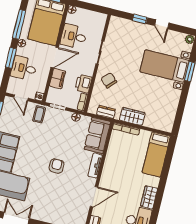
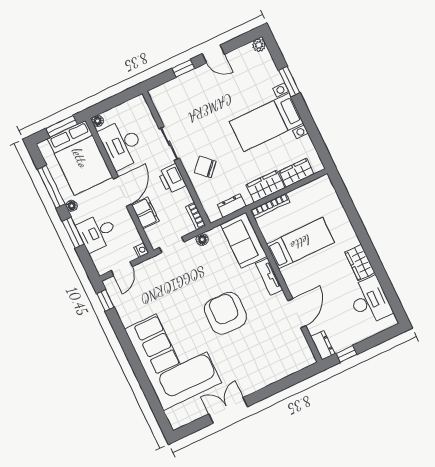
desk: (74, 36) -> (122, 144), width x1.37
bed with nightstands: (165, 66) -> (267, 122), moved
printer: (83, 84) -> (172, 179), moved
door: (21, 98) -> (122, 269), hinge flipped
coffee table: (39, 114) -> (158, 271), removed
wardrobe: (154, 123) -> (296, 173), added
bed: (156, 154) -> (300, 243), moved, turned -90
armchair: (57, 166) -> (226, 313), width x1.88, depth x1.88

